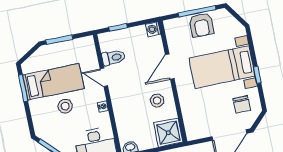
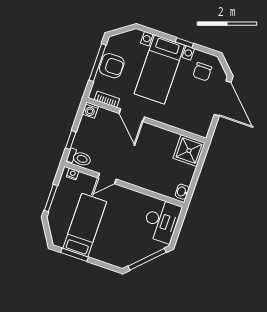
bookcase: (171, 38) -> (107, 99), added
toilet: (113, 58) -> (79, 158), moved, turned 90
stool: (157, 100) -> (155, 144), removed
chair: (242, 104) -> (202, 72), turned 90
stool: (65, 106) -> (112, 227), removed
nightstand: (103, 106) -> (73, 174), moved

